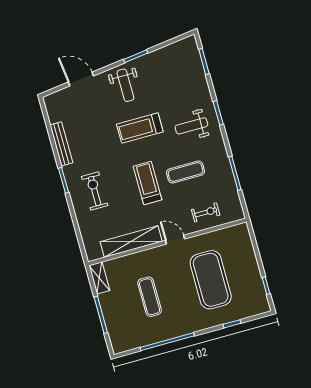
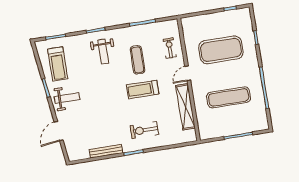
treadmill: (140, 128) -> (58, 64), moved
shelving: (99, 278) -> (210, 134), removed
exercise mat: (150, 297) -> (229, 97), width x1.36, depth x1.45

